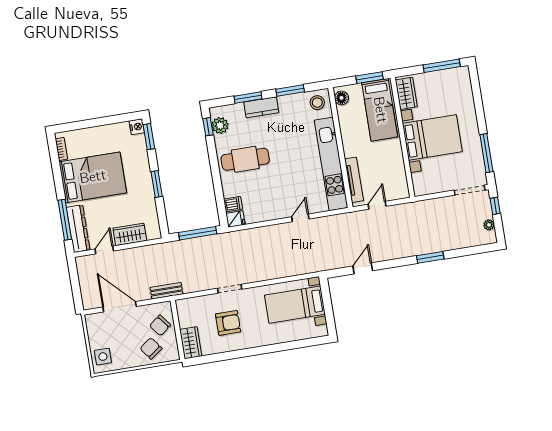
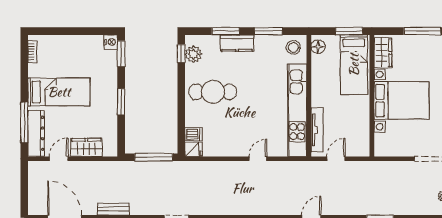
bed: (93, 177) -> (59, 92), width x0.67

